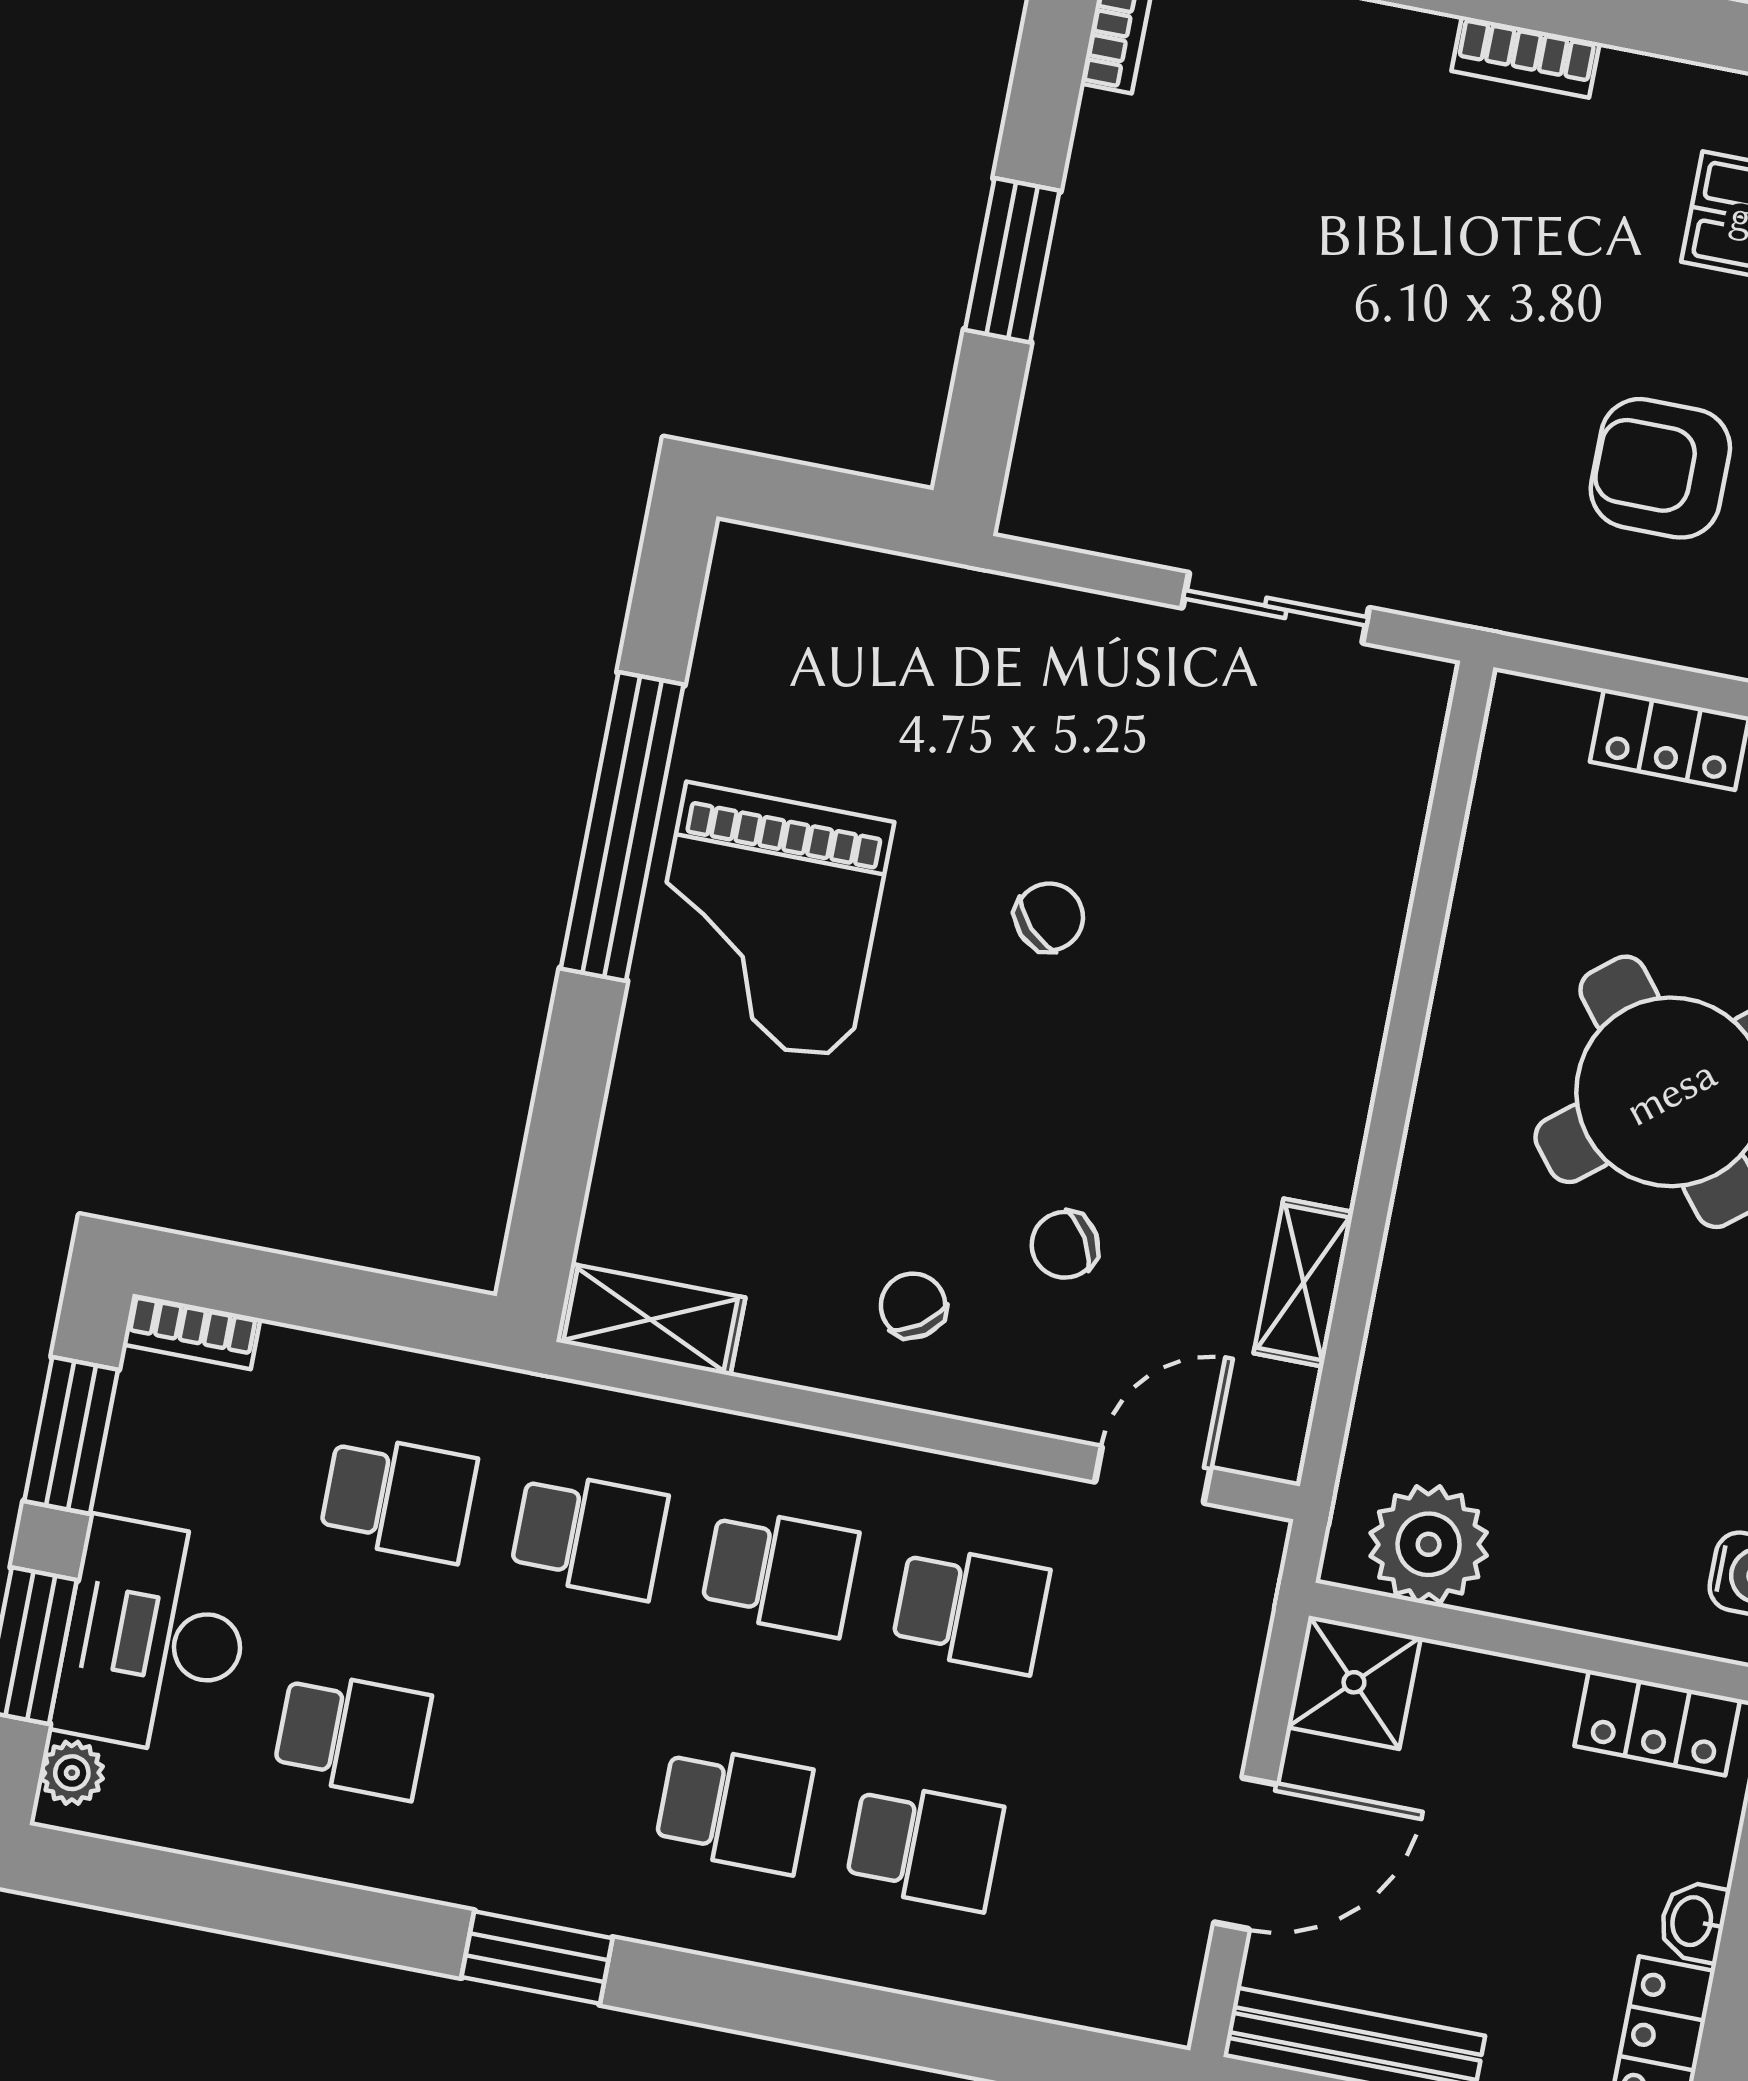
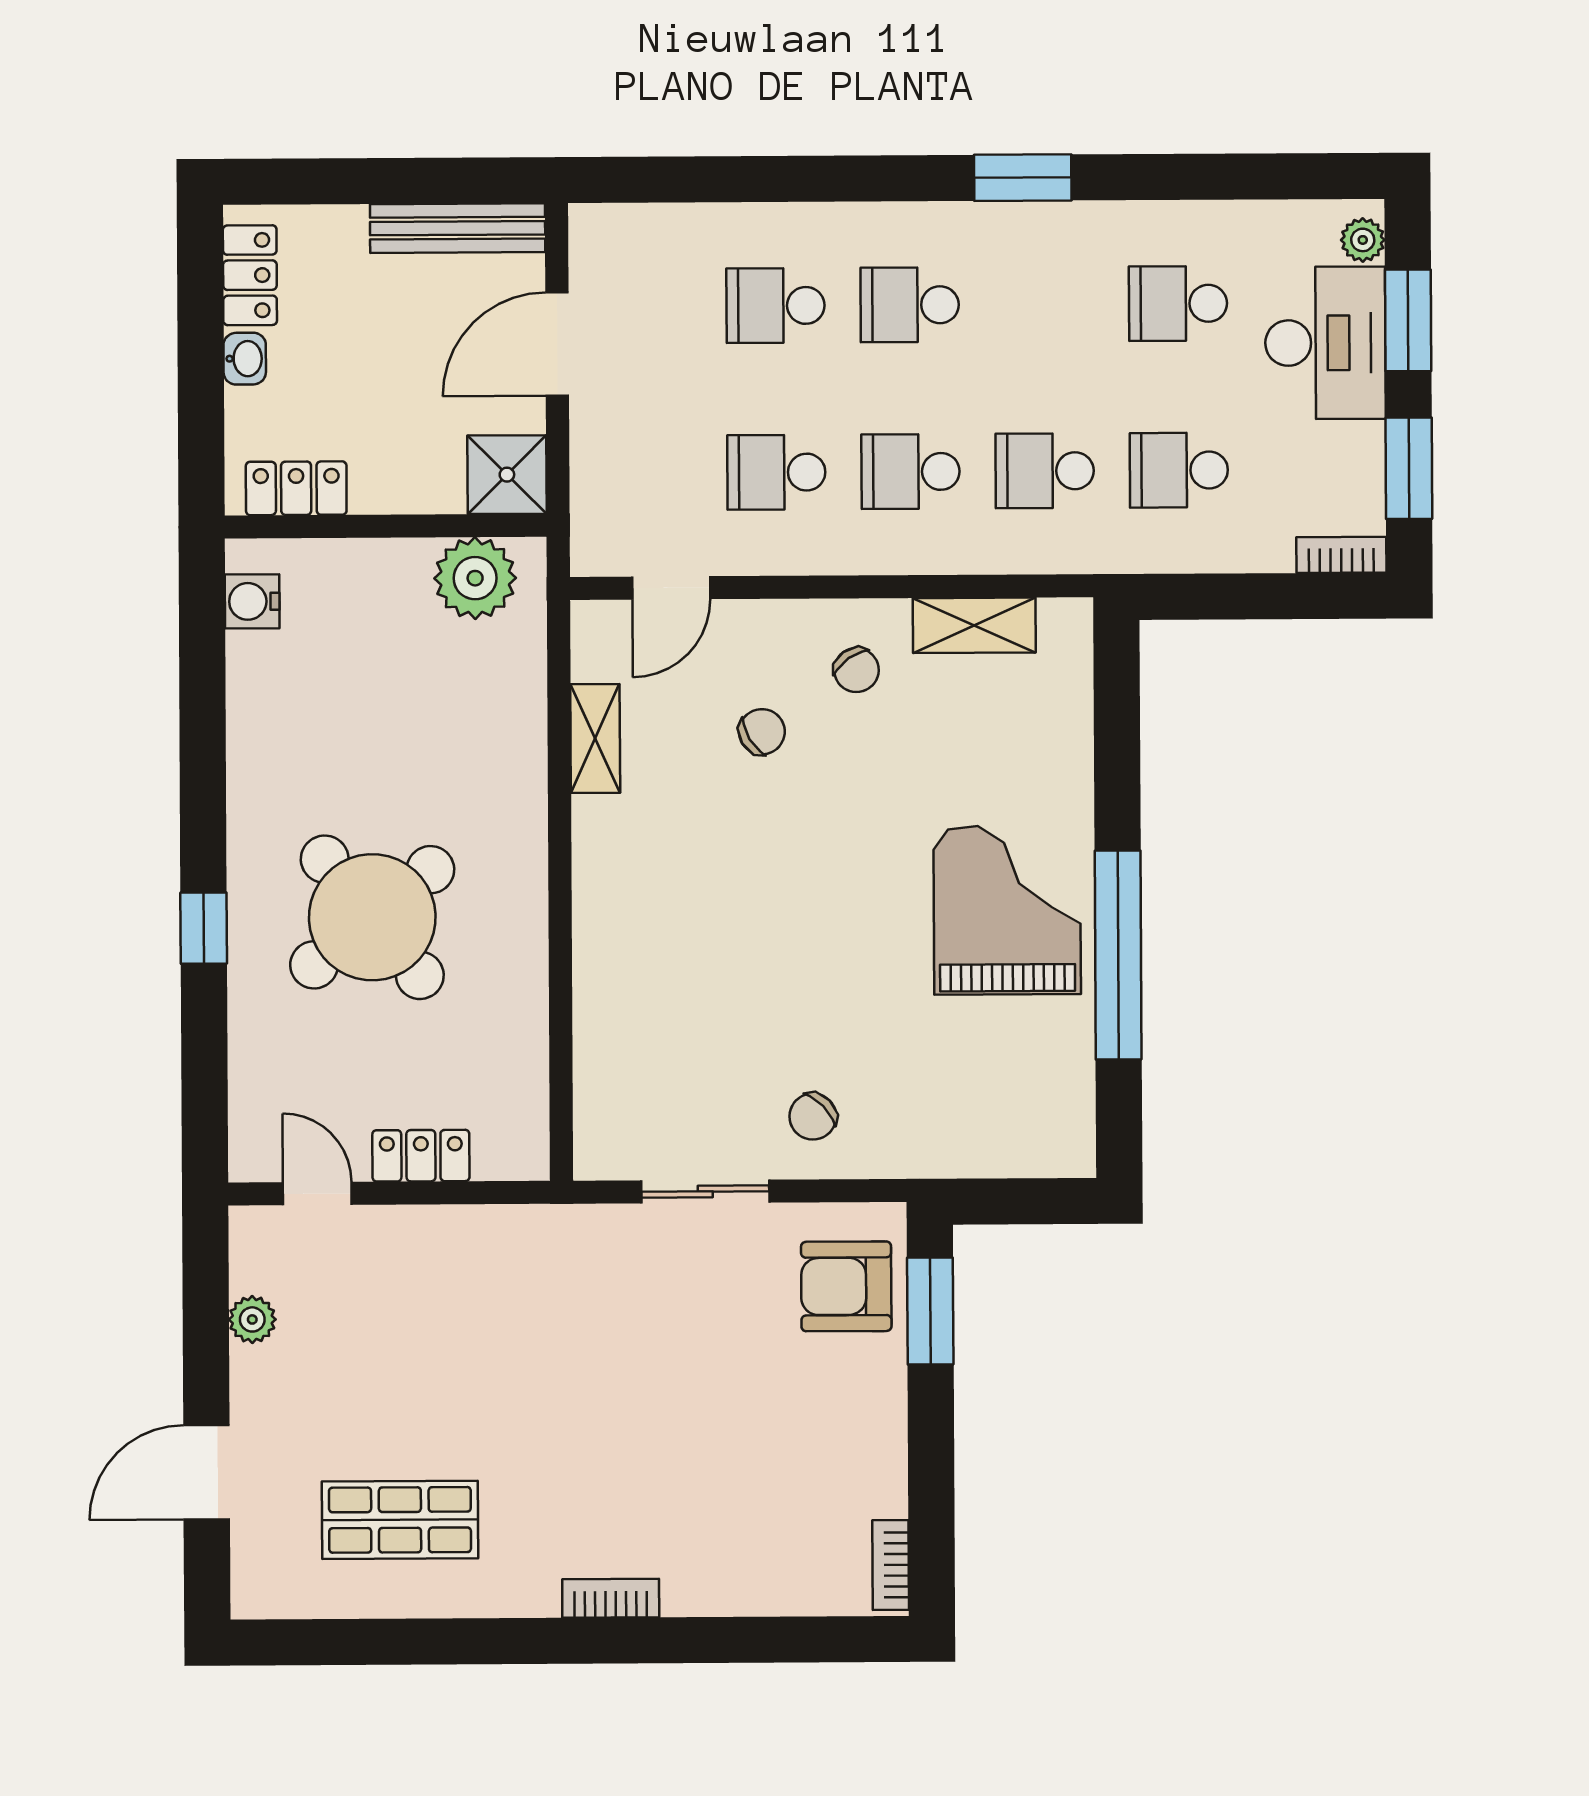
window: (1012, 260) -> (930, 1311), moved
armchair: (1660, 468) -> (846, 1286), moved, turned 180
chair: (1049, 917) -> (813, 1117), moved
shelving: (651, 1320) -> (974, 625), moved

